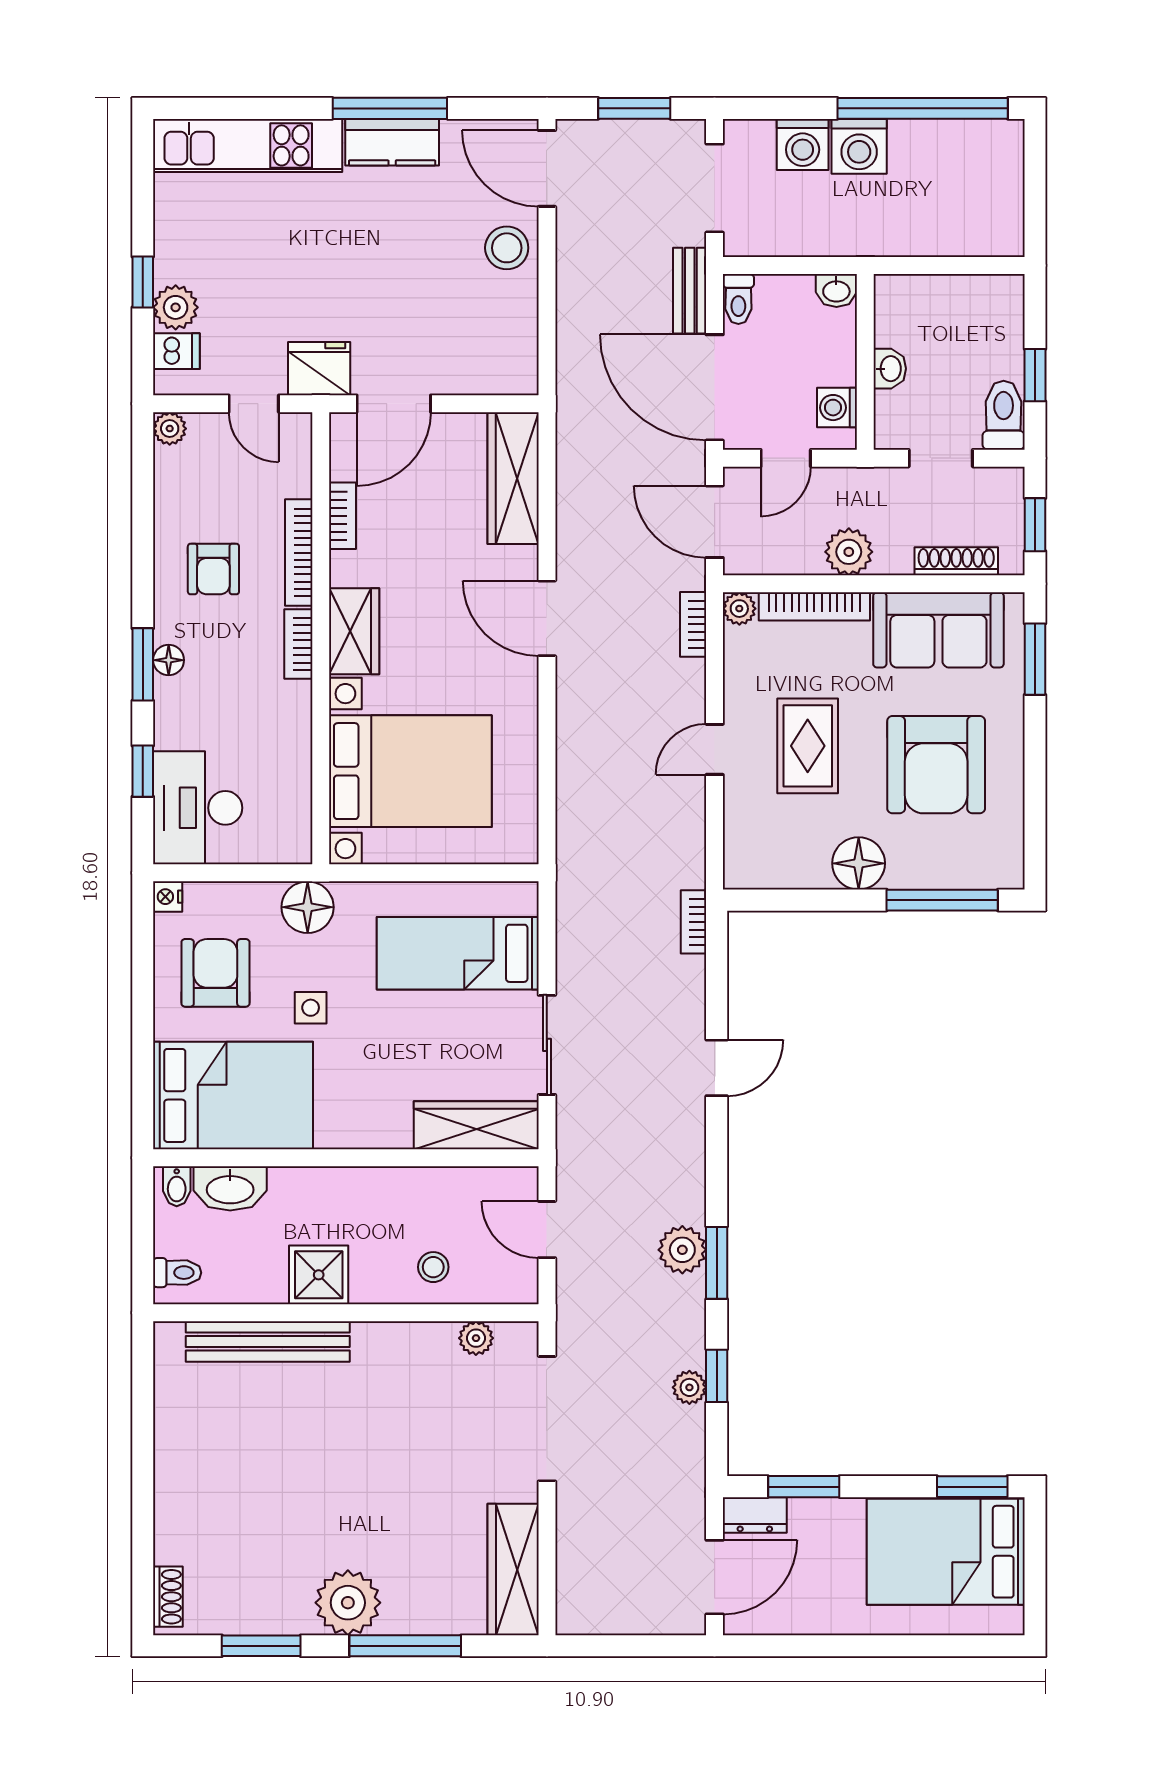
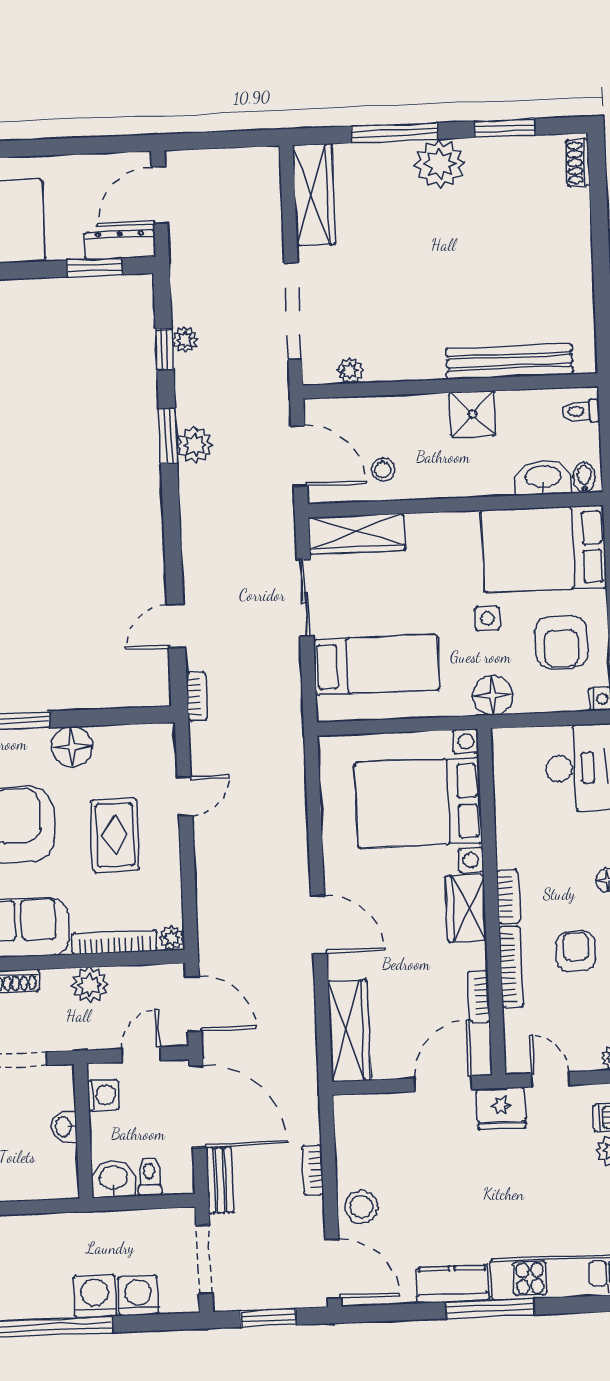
window: (390, 108) -> (490, 1309), moved
washbasin: (836, 290) -> (113, 1179), width x1.38, depth x1.45
toilet: (738, 299) -> (149, 1176), moved
bookcase: (693, 624) -> (313, 1170), moved, turned 180
door: (715, 749) -> (185, 796), moved
door: (717, 1068) -> (176, 626), moved
door: (547, 1230) -> (299, 456), width x1.38
stool: (433, 1267) -> (383, 470), moved
dresser: (755, 1515) -> (120, 245), width x1.44

